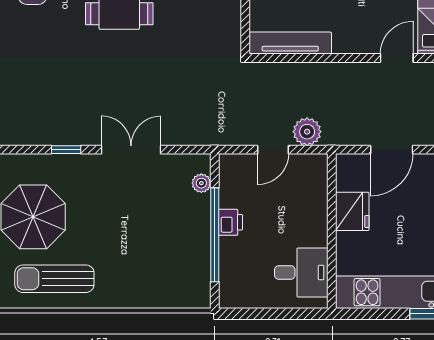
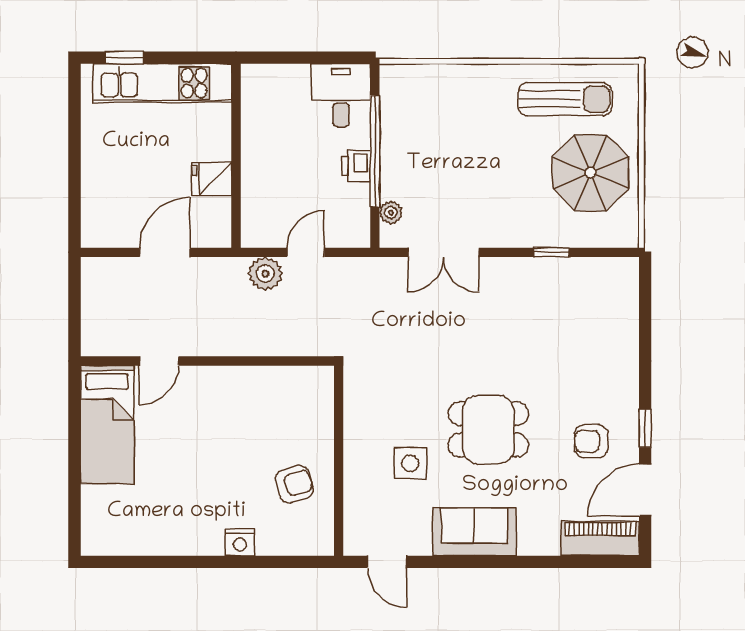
tv unit: (290, 43) -> (285, 379), removed
double door: (131, 150) -> (443, 252), moved
fridge: (352, 211) -> (212, 179), width x0.72
desk: (301, 273) -> (341, 95), moved, turned 90

